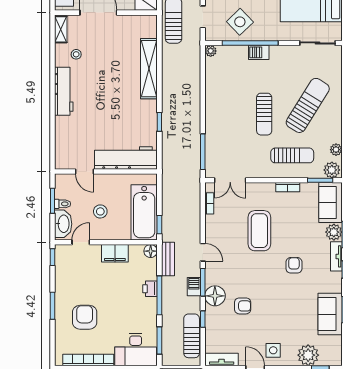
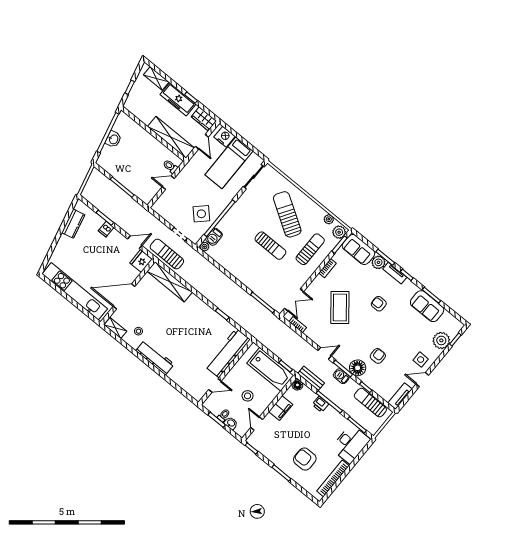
barbecue: (259, 52) -> (214, 237), moved
shelving: (149, 69) -> (170, 282), moved
washbasin: (63, 224) -> (231, 423), width x0.52, depth x0.69
coffee table: (259, 231) -> (340, 308), turned 51

